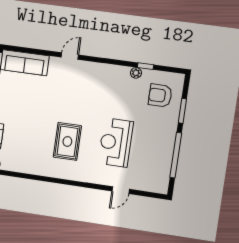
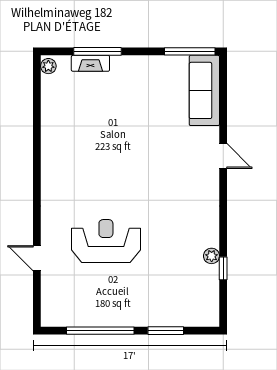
armchair: (160, 96) -> (184, 296), removed
rug: (67, 141) -> (97, 170), removed

